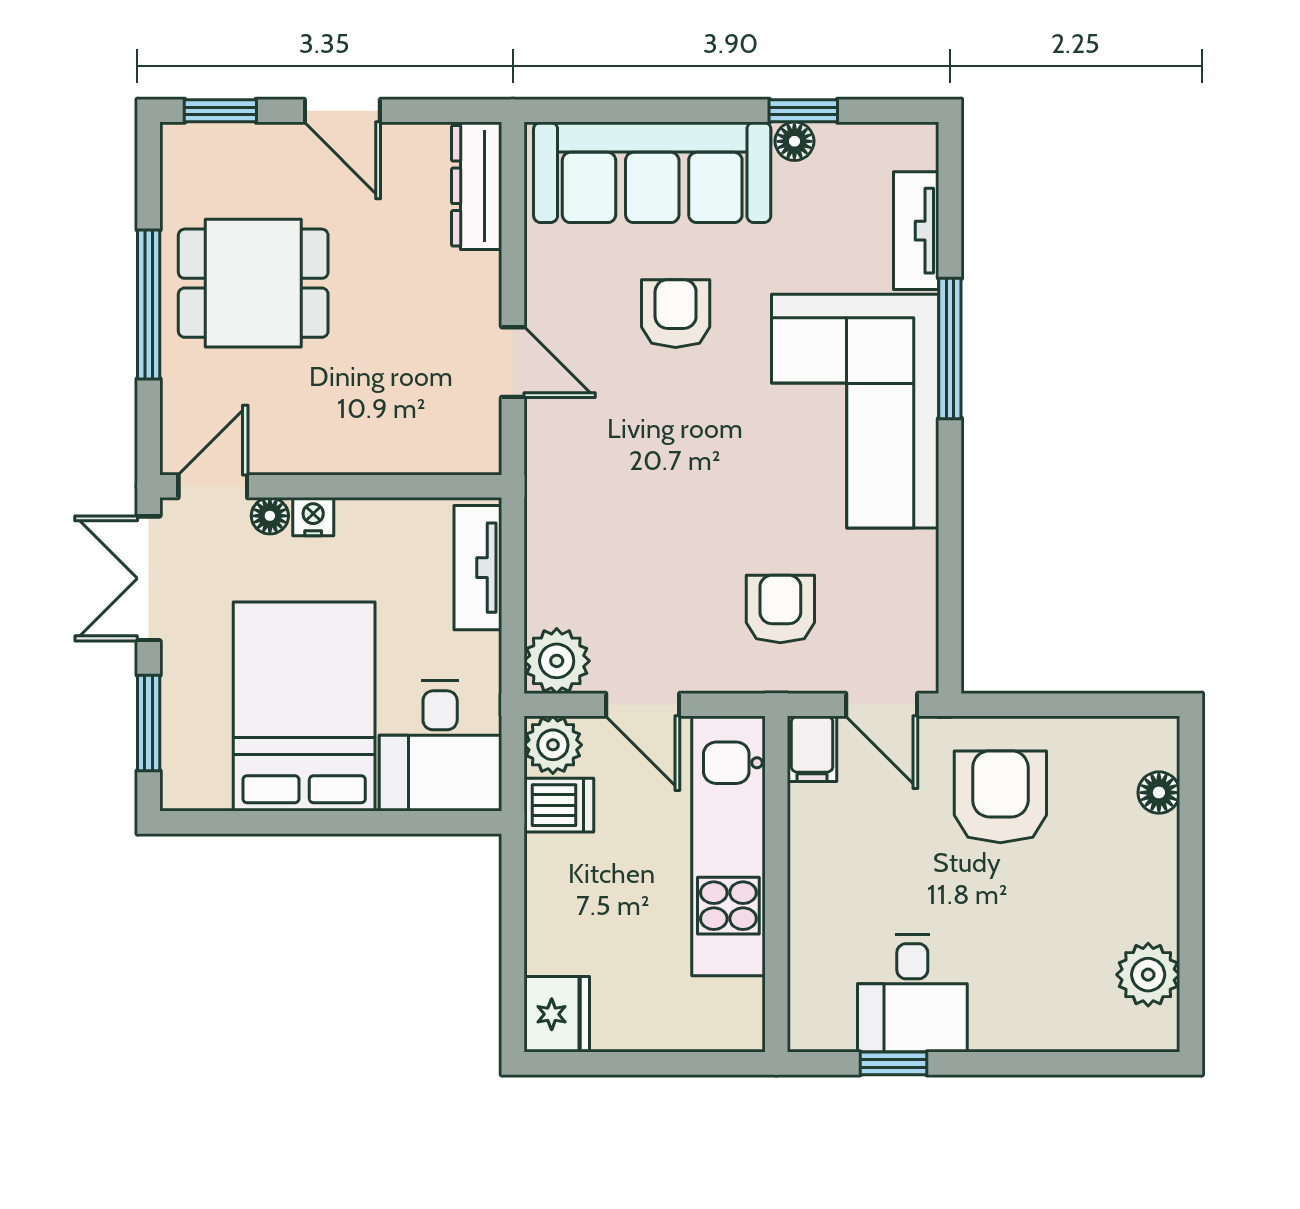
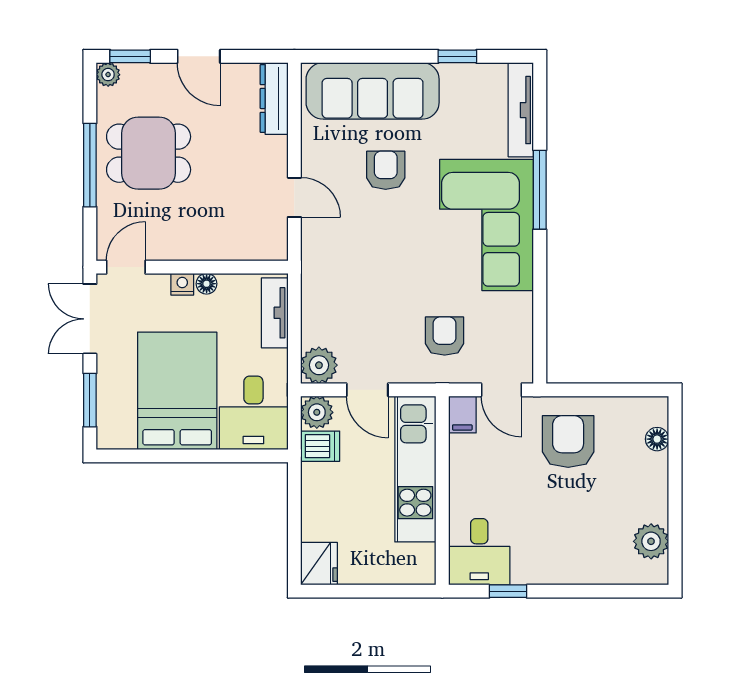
floor lamp: (794, 141) -> (452, 73), removed
plant: (181, 143) -> (108, 75), added
tv unit: (916, 231) -> (521, 110), width x1.41
floor lamp: (270, 516) -> (207, 284), moved
desk: (912, 993) -> (479, 552), moved

